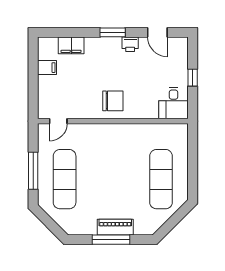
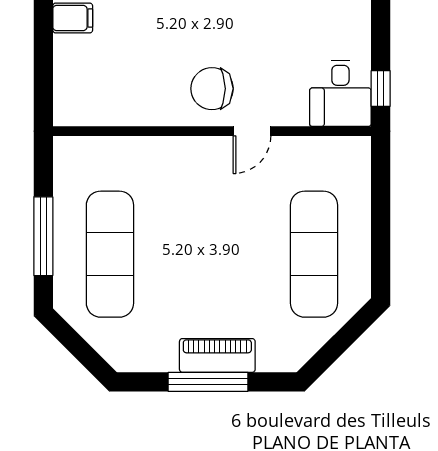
window: (193, 78) -> (381, 89), moved
chair: (113, 101) -> (212, 89), turned 180
door: (58, 121) -> (252, 131), moved

